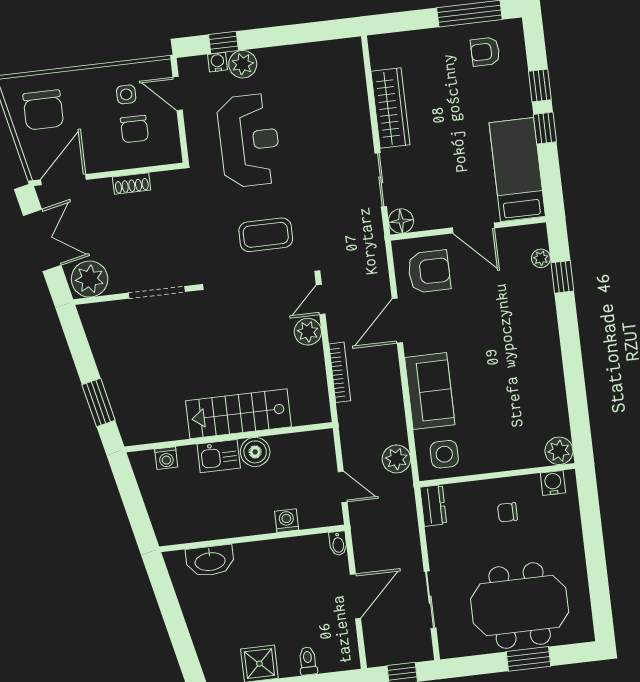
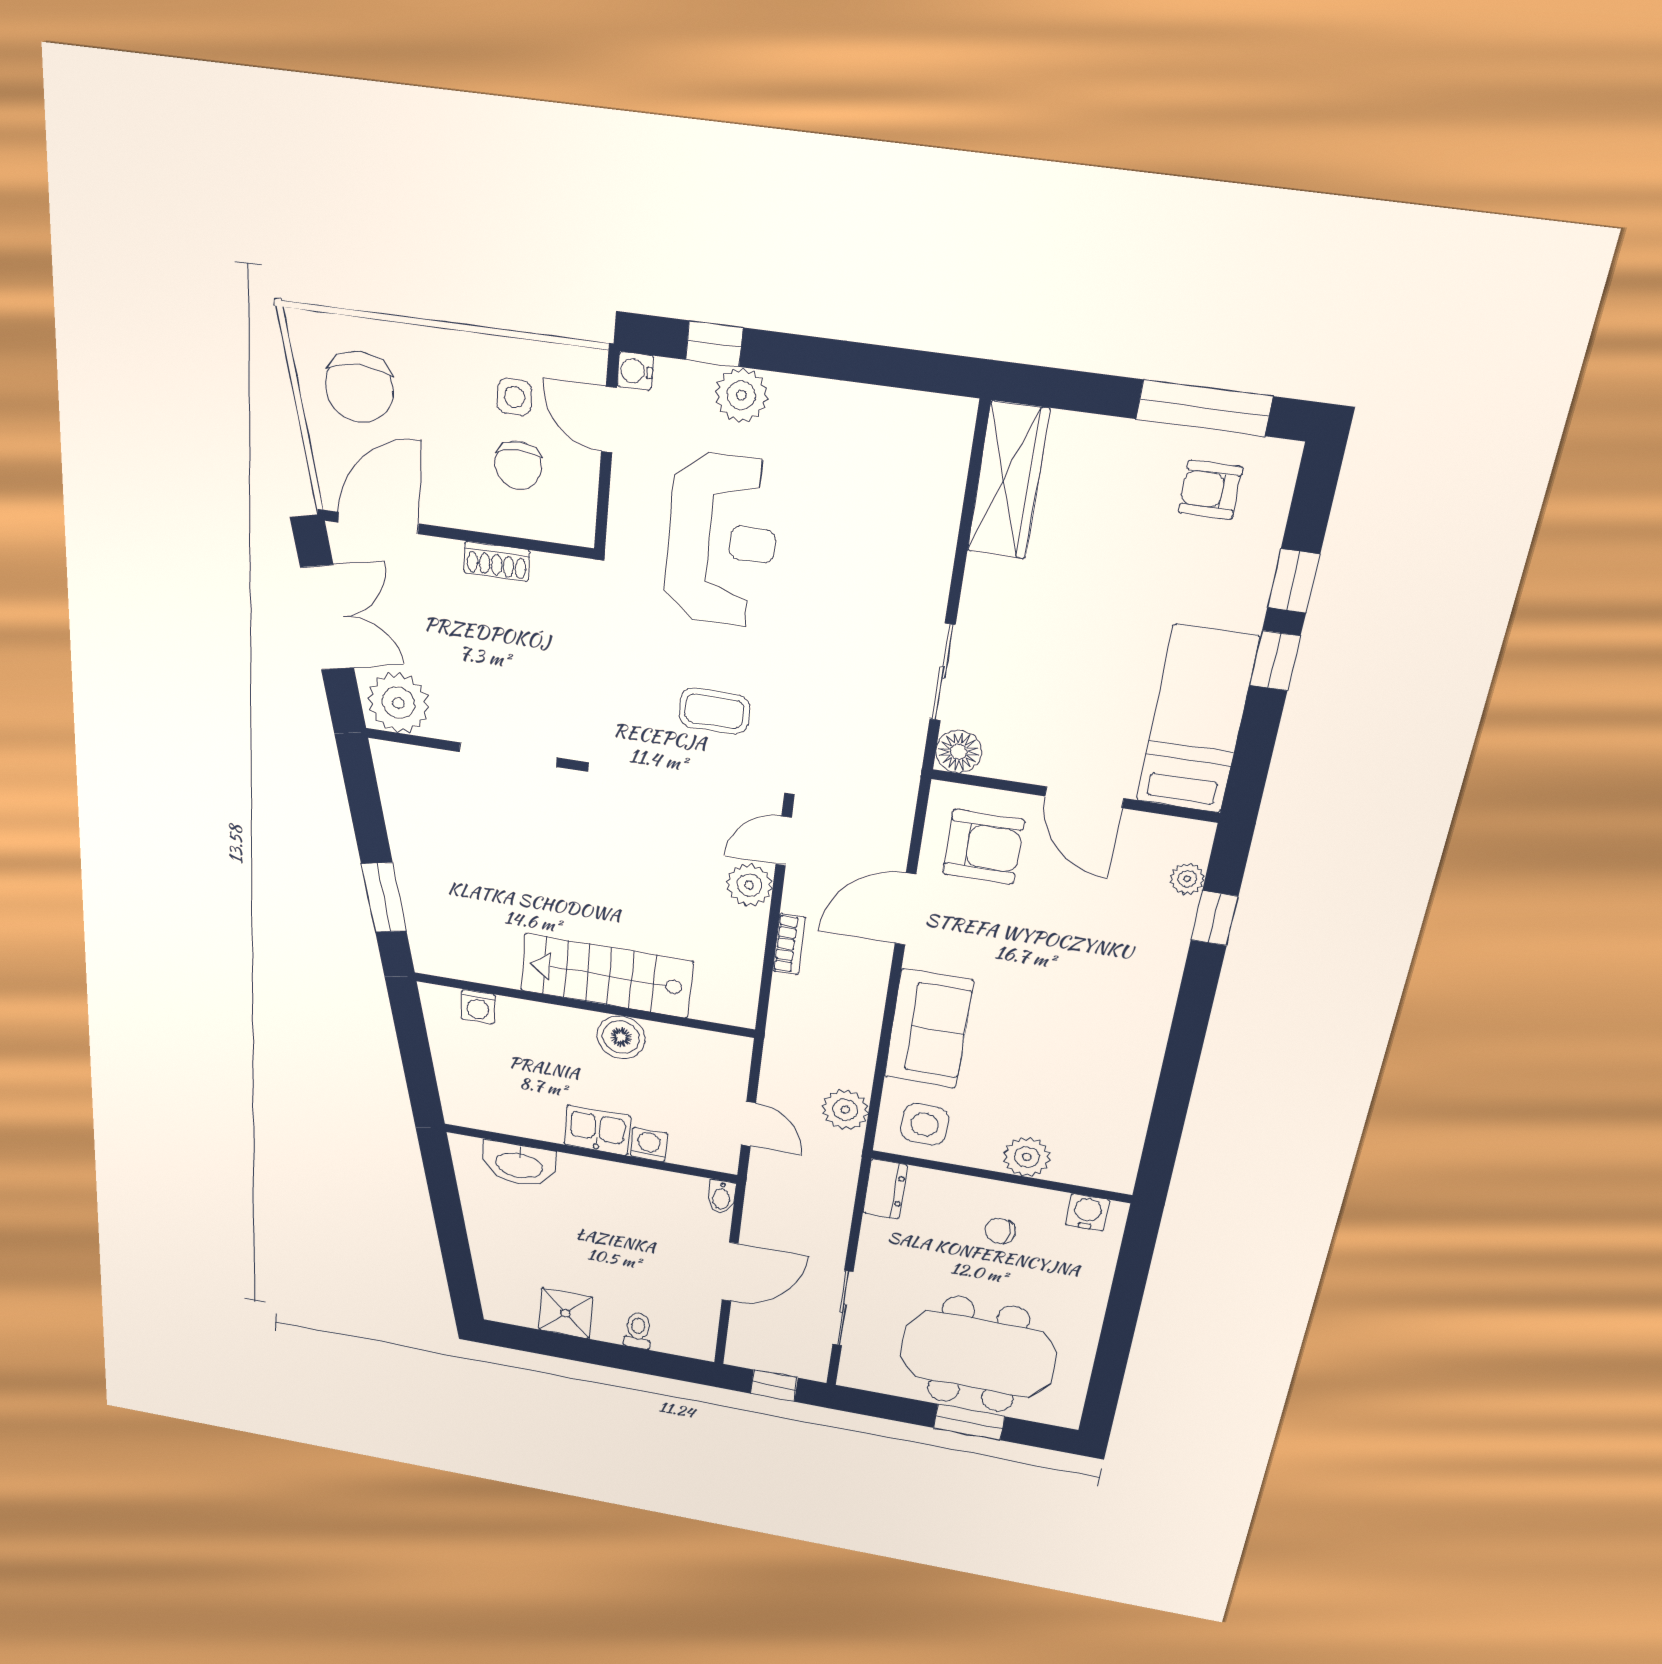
water cooler: (217, 62) -> (635, 371), moved, turned -90
wardrobe: (390, 108) -> (1008, 481), moved
coffee table: (266, 235) -> (714, 711), width x0.73, depth x0.77
bookcase: (340, 372) -> (789, 944), width x0.64
plant: (559, 451) -> (1027, 1157), moved
kitchen sink: (219, 456) -> (597, 1130), moved, turned 180

